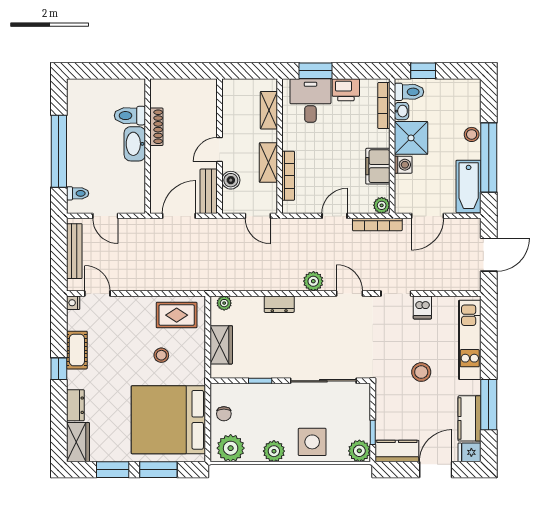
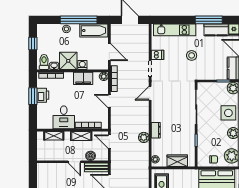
window: (316, 71) -> (33, 96), moved
window: (423, 71) -> (33, 44), moved
desk: (310, 100) -> (64, 117), moved, turned -90
door: (258, 216) -> (109, 142), swing flipped
plant: (313, 281) -> (144, 137), moved

